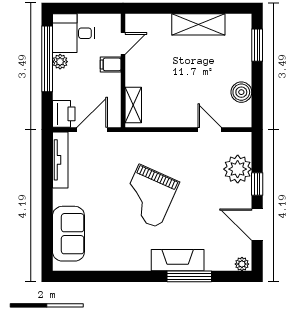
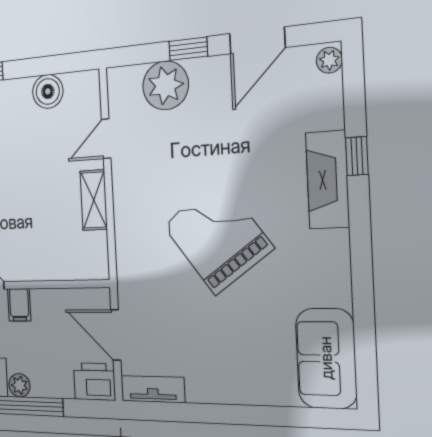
shelving: (133, 105) -> (94, 200), moved, turned 90
tv unit: (60, 160) -> (153, 389), width x0.71
grand piano: (149, 196) -> (218, 237), turned -150
sofa: (68, 234) -> (326, 358), moved, turned -90
window: (189, 276) -> (357, 156), width x0.46

